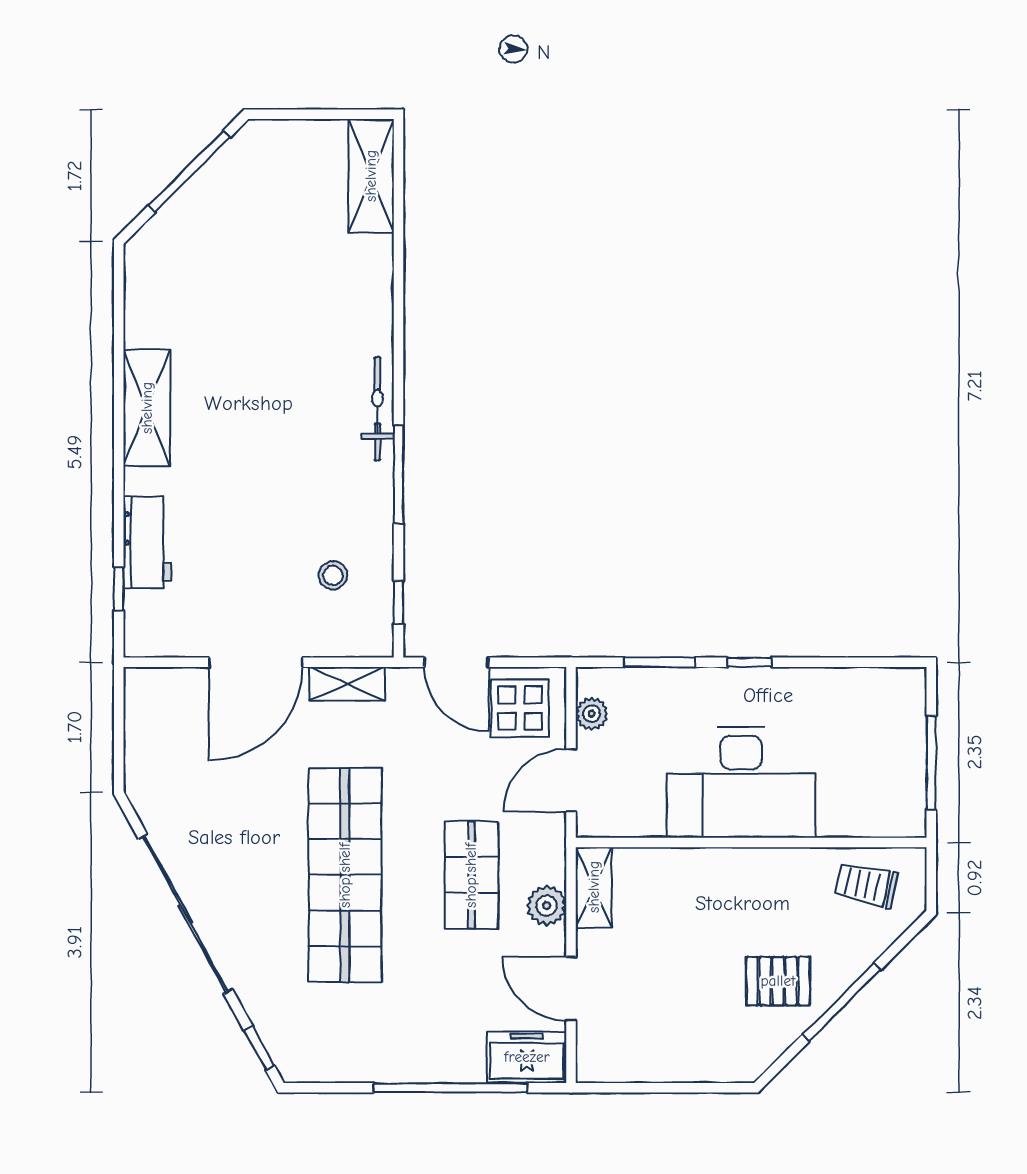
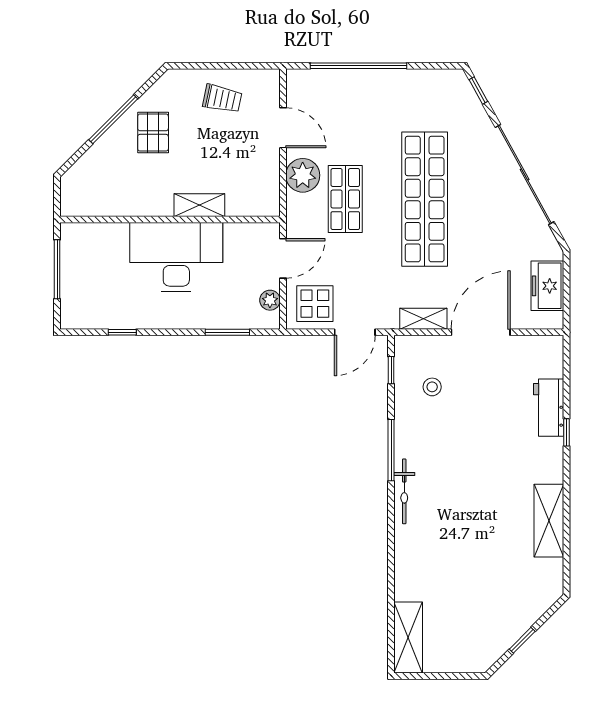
window: (189, 171) -> (522, 640), width x0.46
shelving: (147, 408) -> (549, 521), moved
window: (119, 589) -> (566, 432), moved
door: (456, 662) -> (355, 332), swing flipped
window: (749, 662) -> (122, 332), moved
trolley: (866, 885) -> (222, 99), moved
shelving: (594, 887) -> (199, 205), moved, turned 90
plant: (547, 906) -> (303, 175), width x1.36, depth x1.36
pallet: (778, 981) -> (153, 133), turned 90
freezer: (527, 1057) -> (547, 286), moved, turned 90

